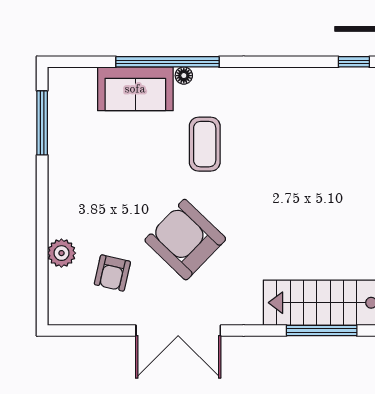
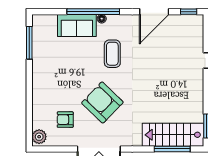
door: (286, 62) -> (154, 12), added
plant: (61, 253) -> (39, 137), moved
armchair: (112, 273) -> (65, 120), turned 77

